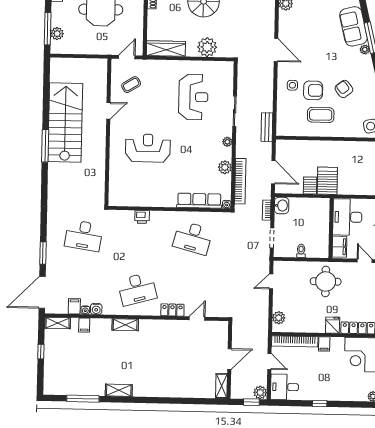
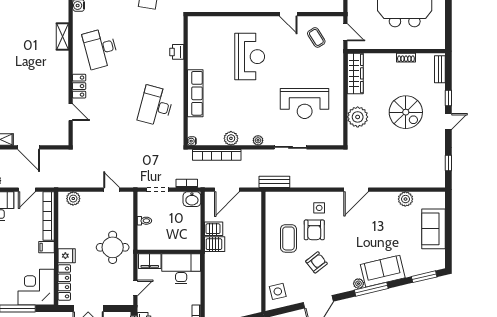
server rack: (327, 181) -> (215, 244), width x0.73, depth x0.70
row of seats: (199, 201) -> (195, 93), moved

